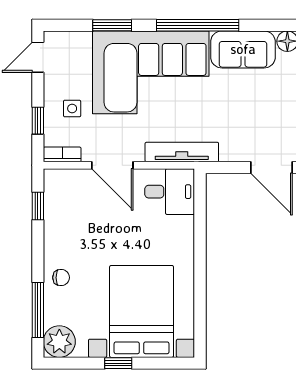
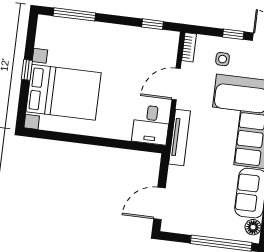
window: (38, 121) -> (233, 34), moved
chair: (61, 278) -> (97, 35), removed
plant: (59, 342) -> (49, 28), removed

